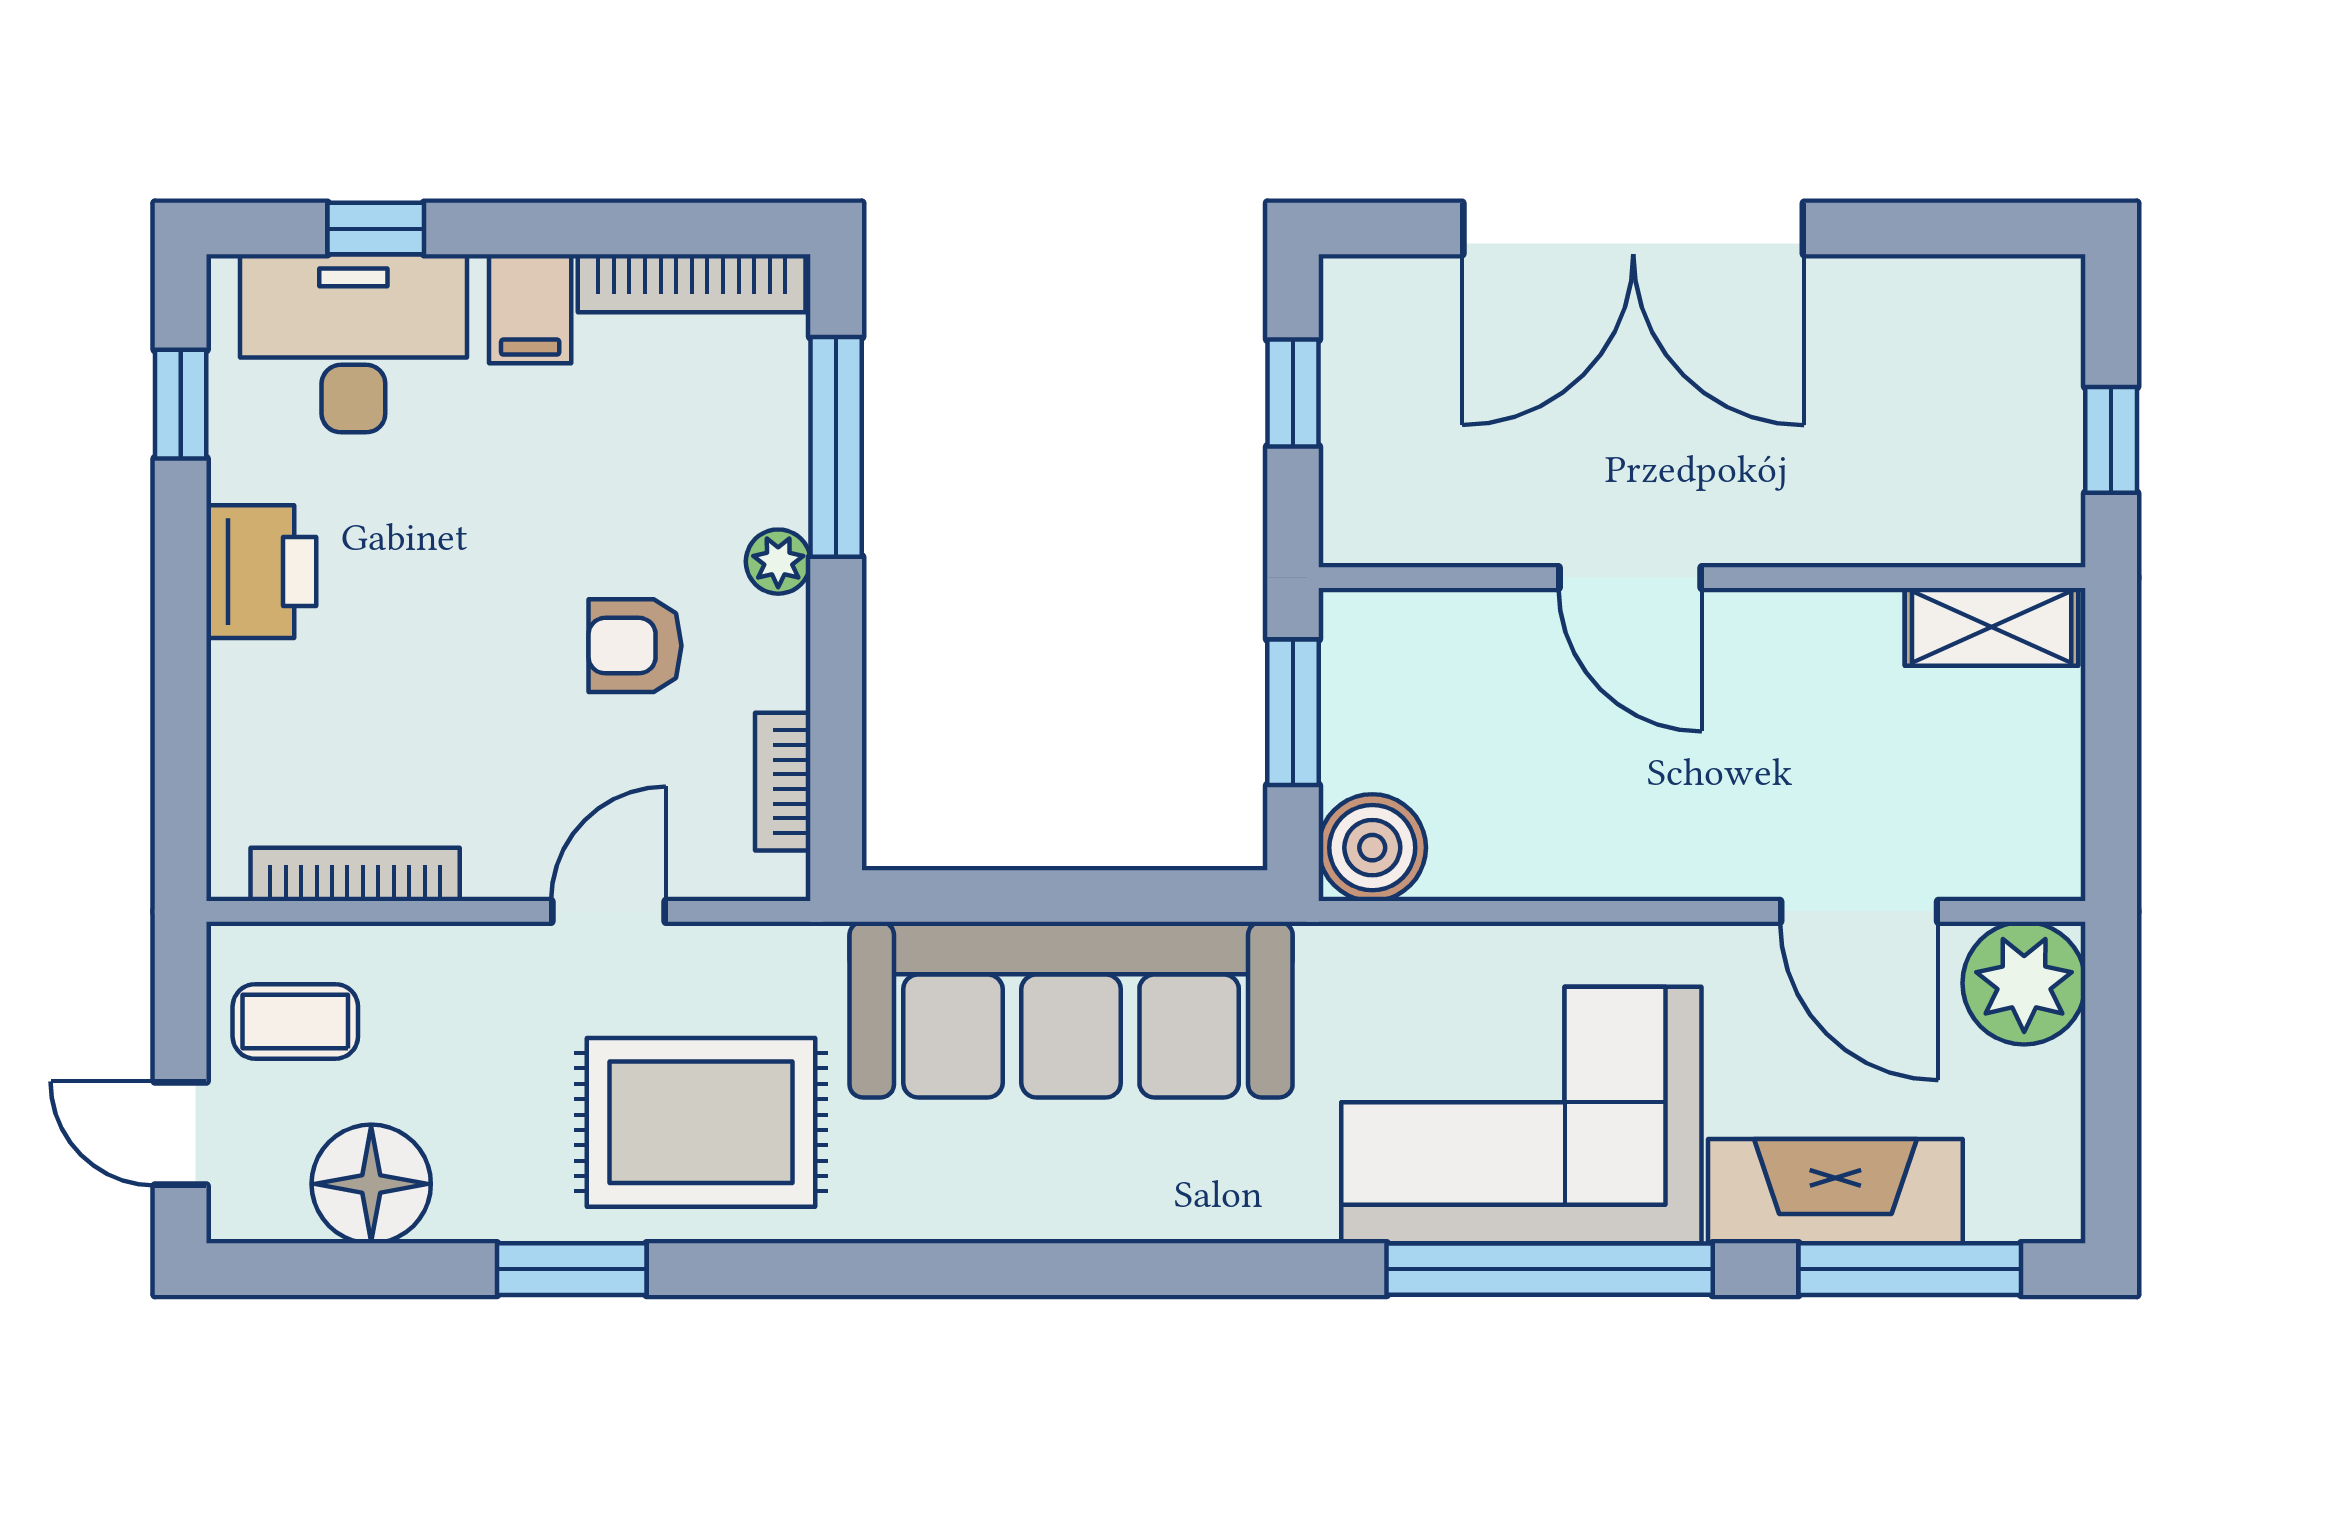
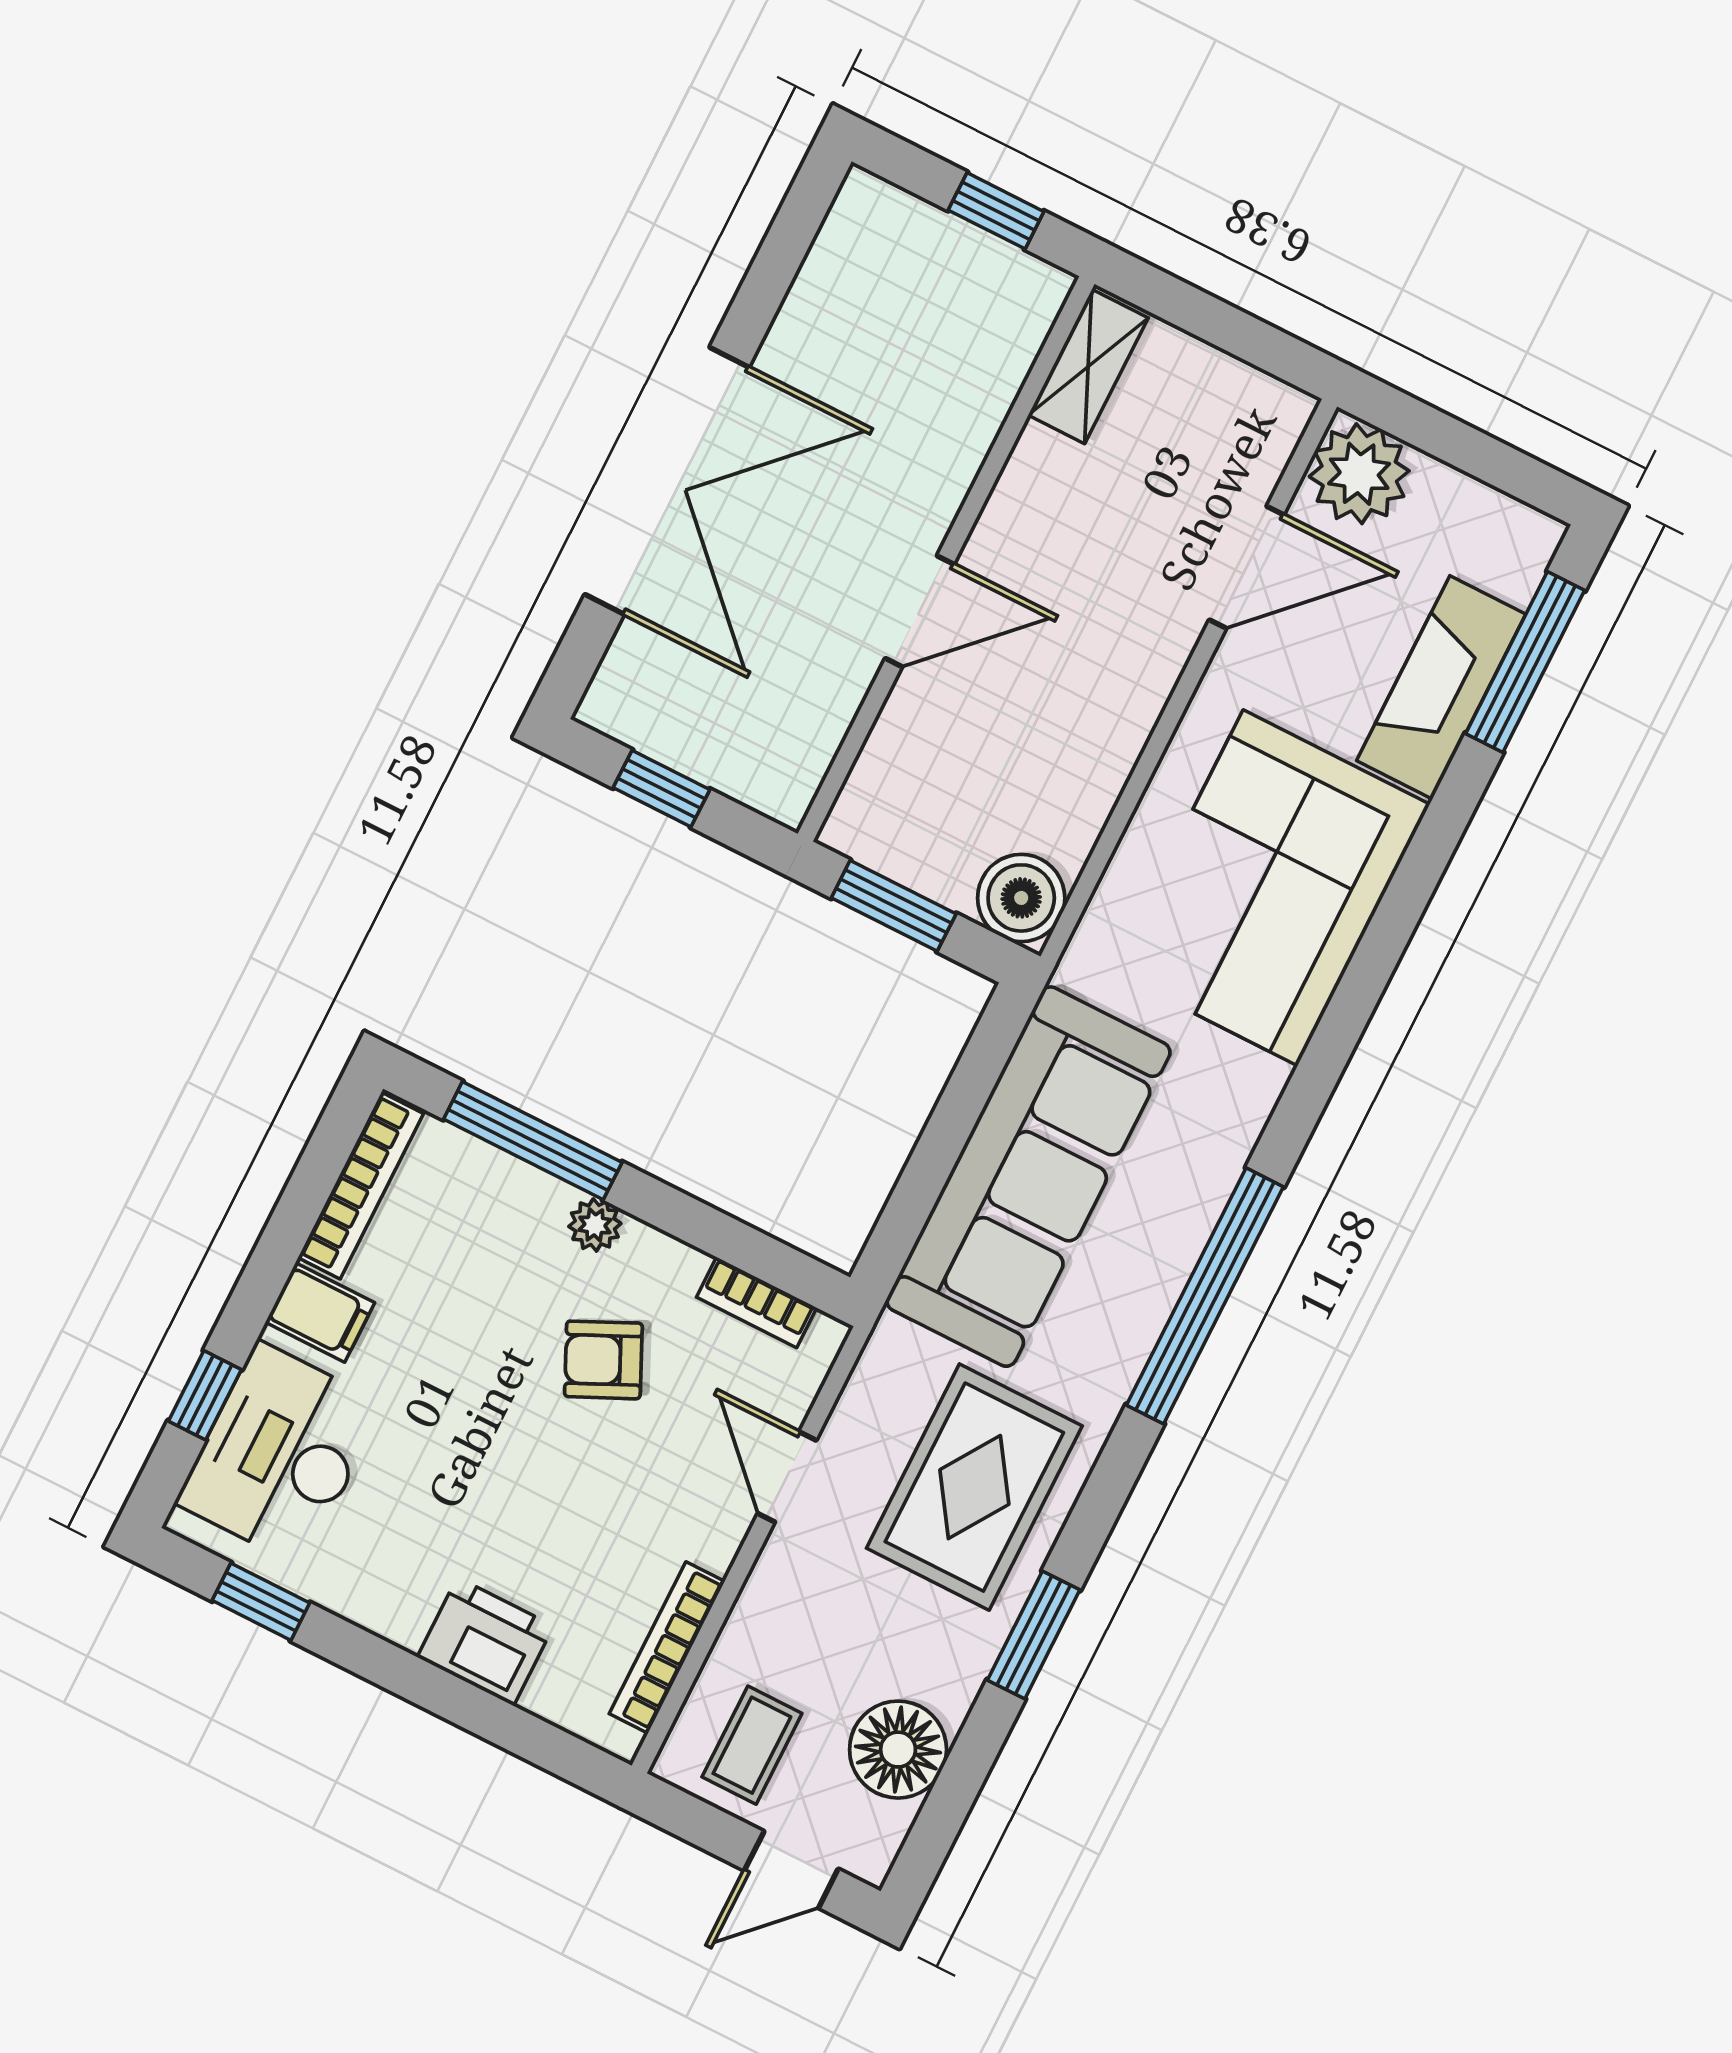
printer: (261, 572) -> (485, 1641), moved
armchair: (635, 646) -> (603, 1360), turned 65
window: (1550, 1269) -> (1205, 1296), moved

